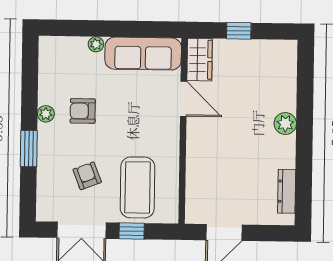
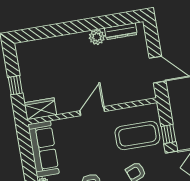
door: (184, 99) -> (92, 111), moved
plant: (285, 124) -> (97, 37), moved

